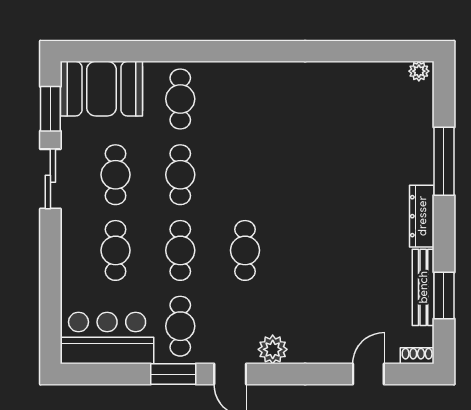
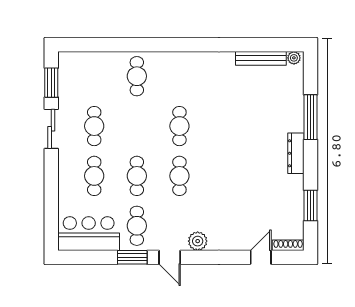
booth: (101, 89) -> (85, 69), removed
cafe table: (180, 175) -> (179, 126), moved
bench: (423, 287) -> (261, 58), moved, turned 90
shoe rack: (417, 356) -> (288, 245), width x1.43

